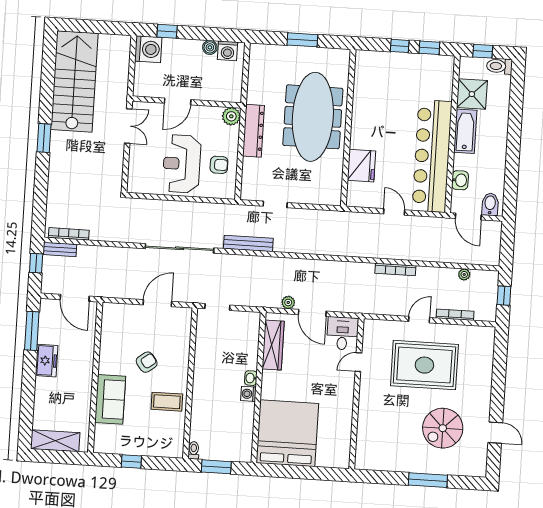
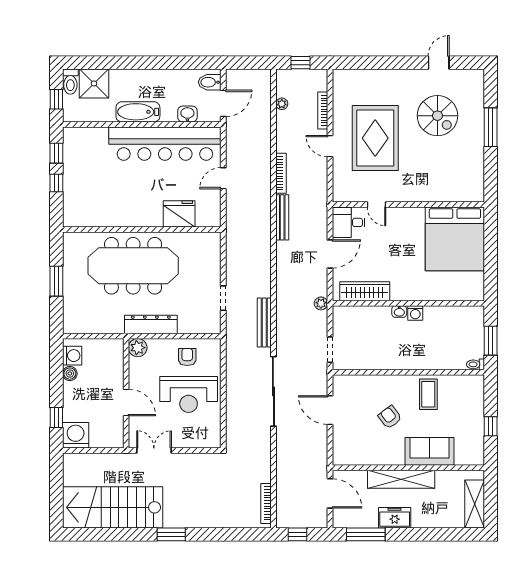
shower: (472, 94) -> (94, 83), moved
bench: (60, 249) -> (282, 217), moved, width x1.36
door: (75, 298) -> (330, 493), hinge flipped
plant: (288, 302) -> (321, 303), moved
shelving: (84, 369) -> (401, 479), added
bed: (287, 433) -> (455, 239), moved, turned -90

